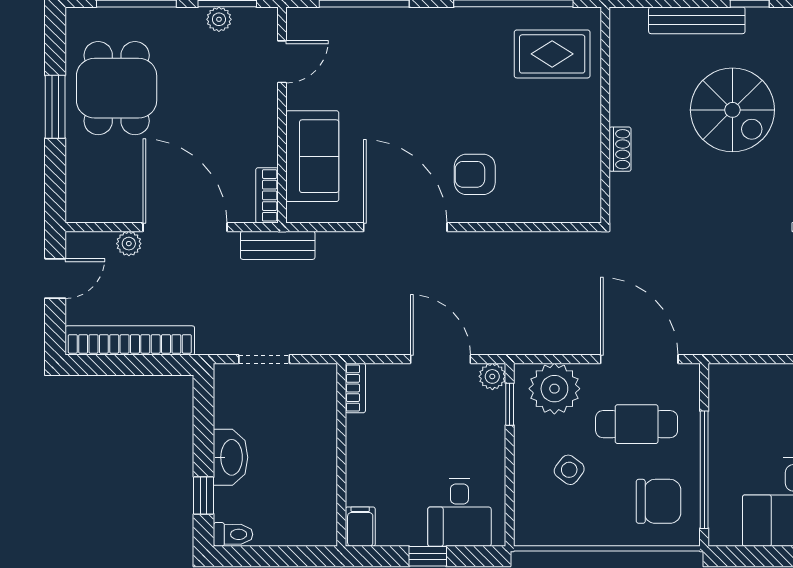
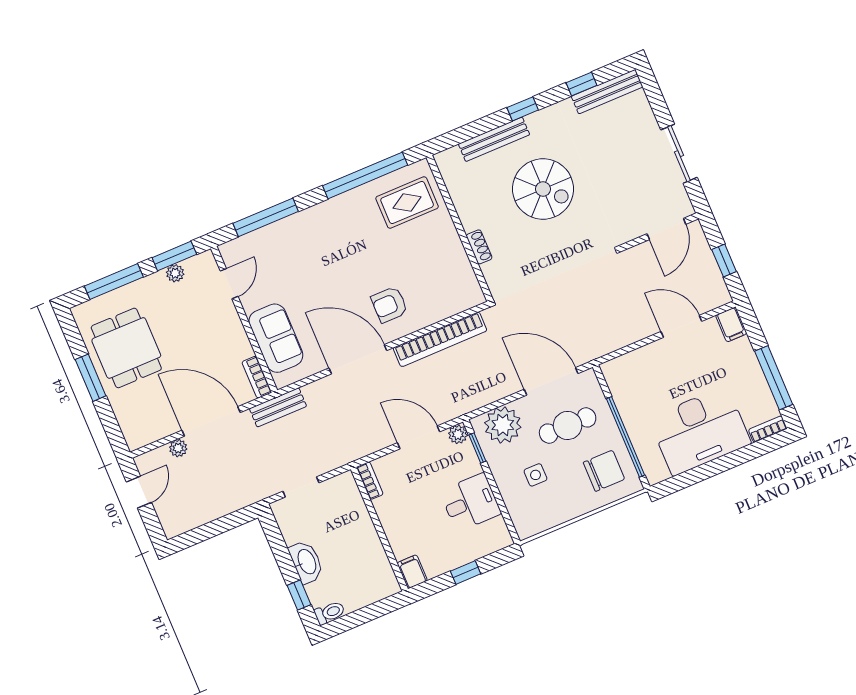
bookcase: (130, 340) -> (440, 339), moved, turned 180
side table: (569, 470) -> (535, 475), turned -37
desk: (459, 512) -> (470, 502), moved, turned -90

